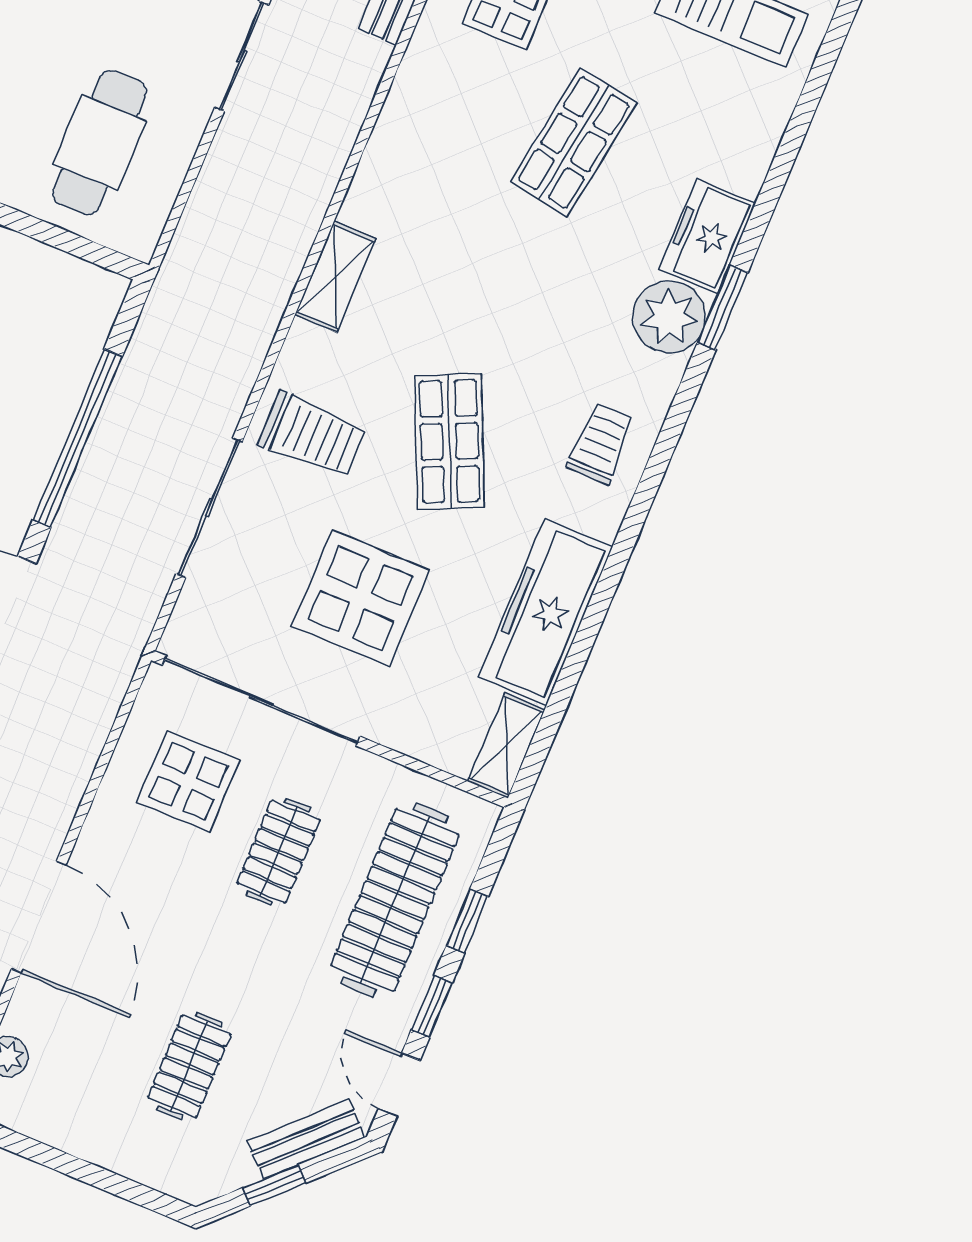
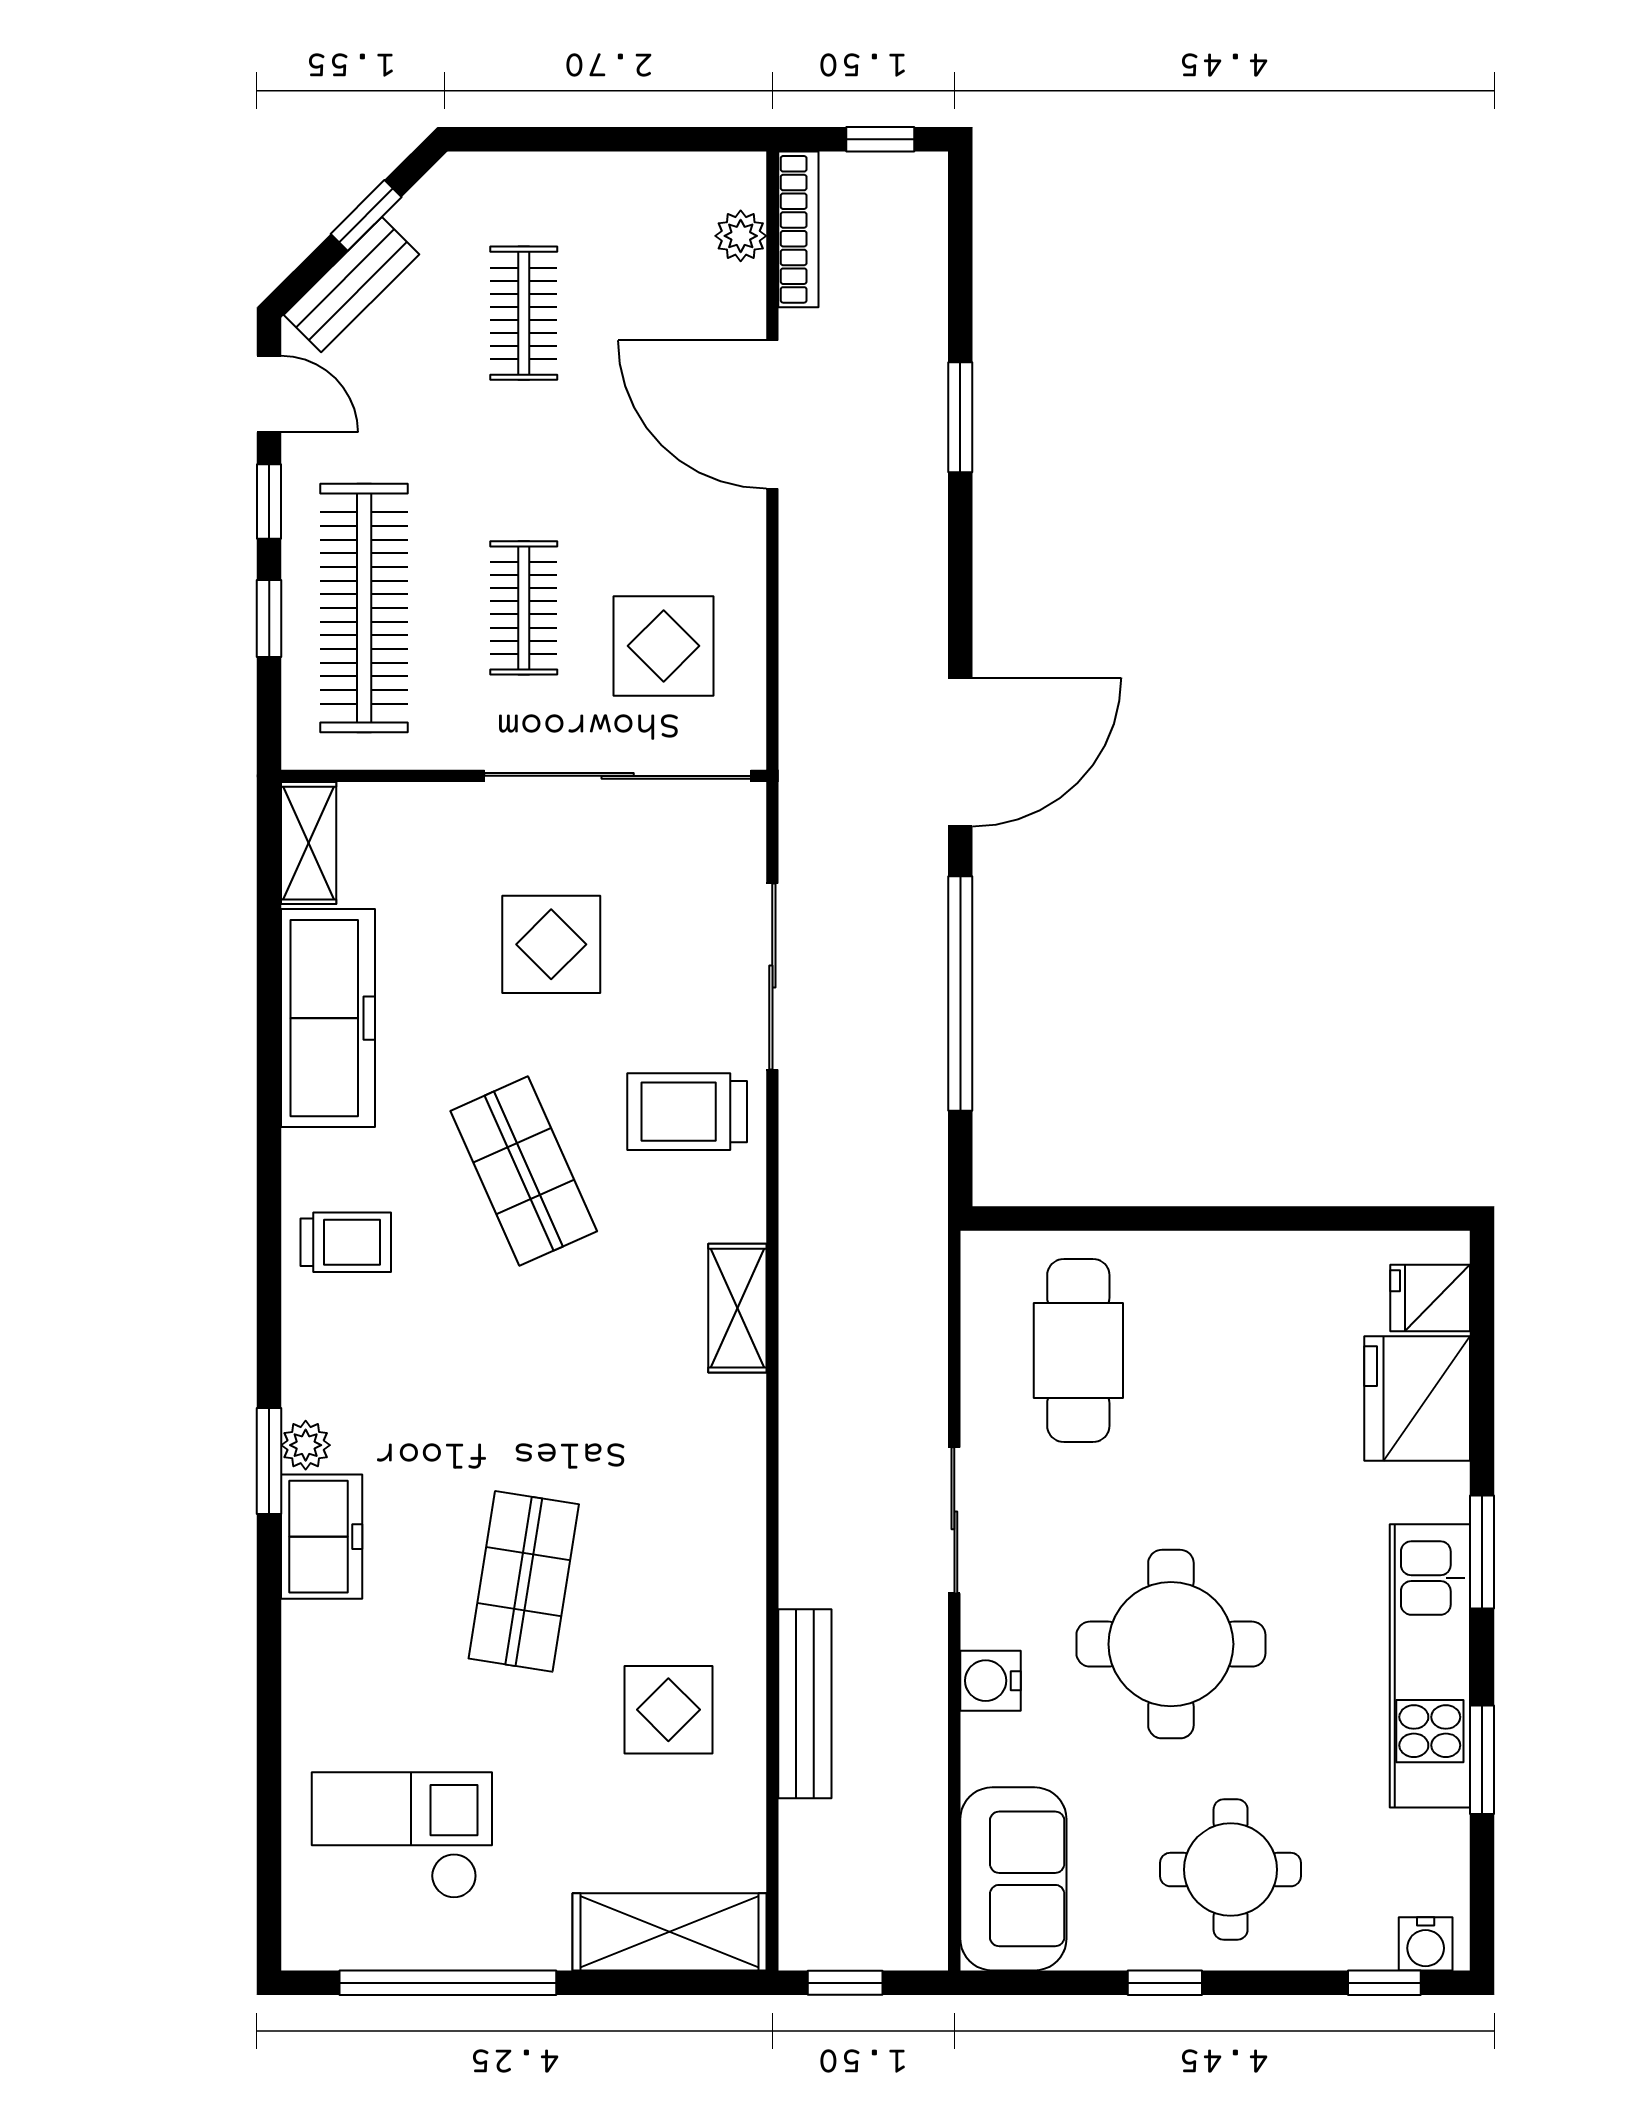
plant: (669, 317) -> (306, 1445), width x0.53, depth x0.53
trolley: (601, 443) -> (346, 1242), turned -90
display table: (361, 598) -> (551, 944), width x0.73, depth x0.73

